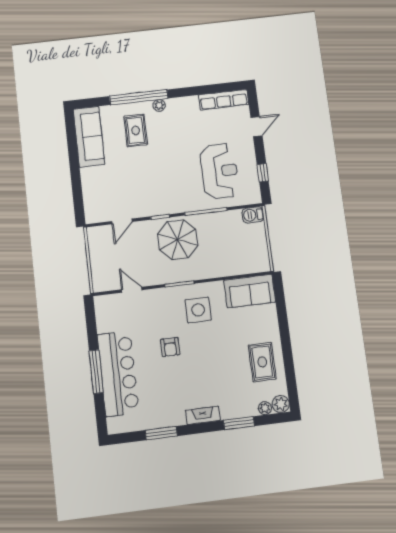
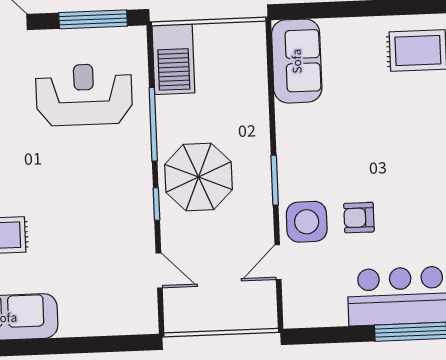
window: (263, 173) -> (93, 19), width x2.17
barbecue: (253, 215) -> (173, 59), width x1.88, depth x1.53
side table: (198, 310) -> (307, 222), moved
armchair: (170, 347) -> (359, 218), moved, turned 180

